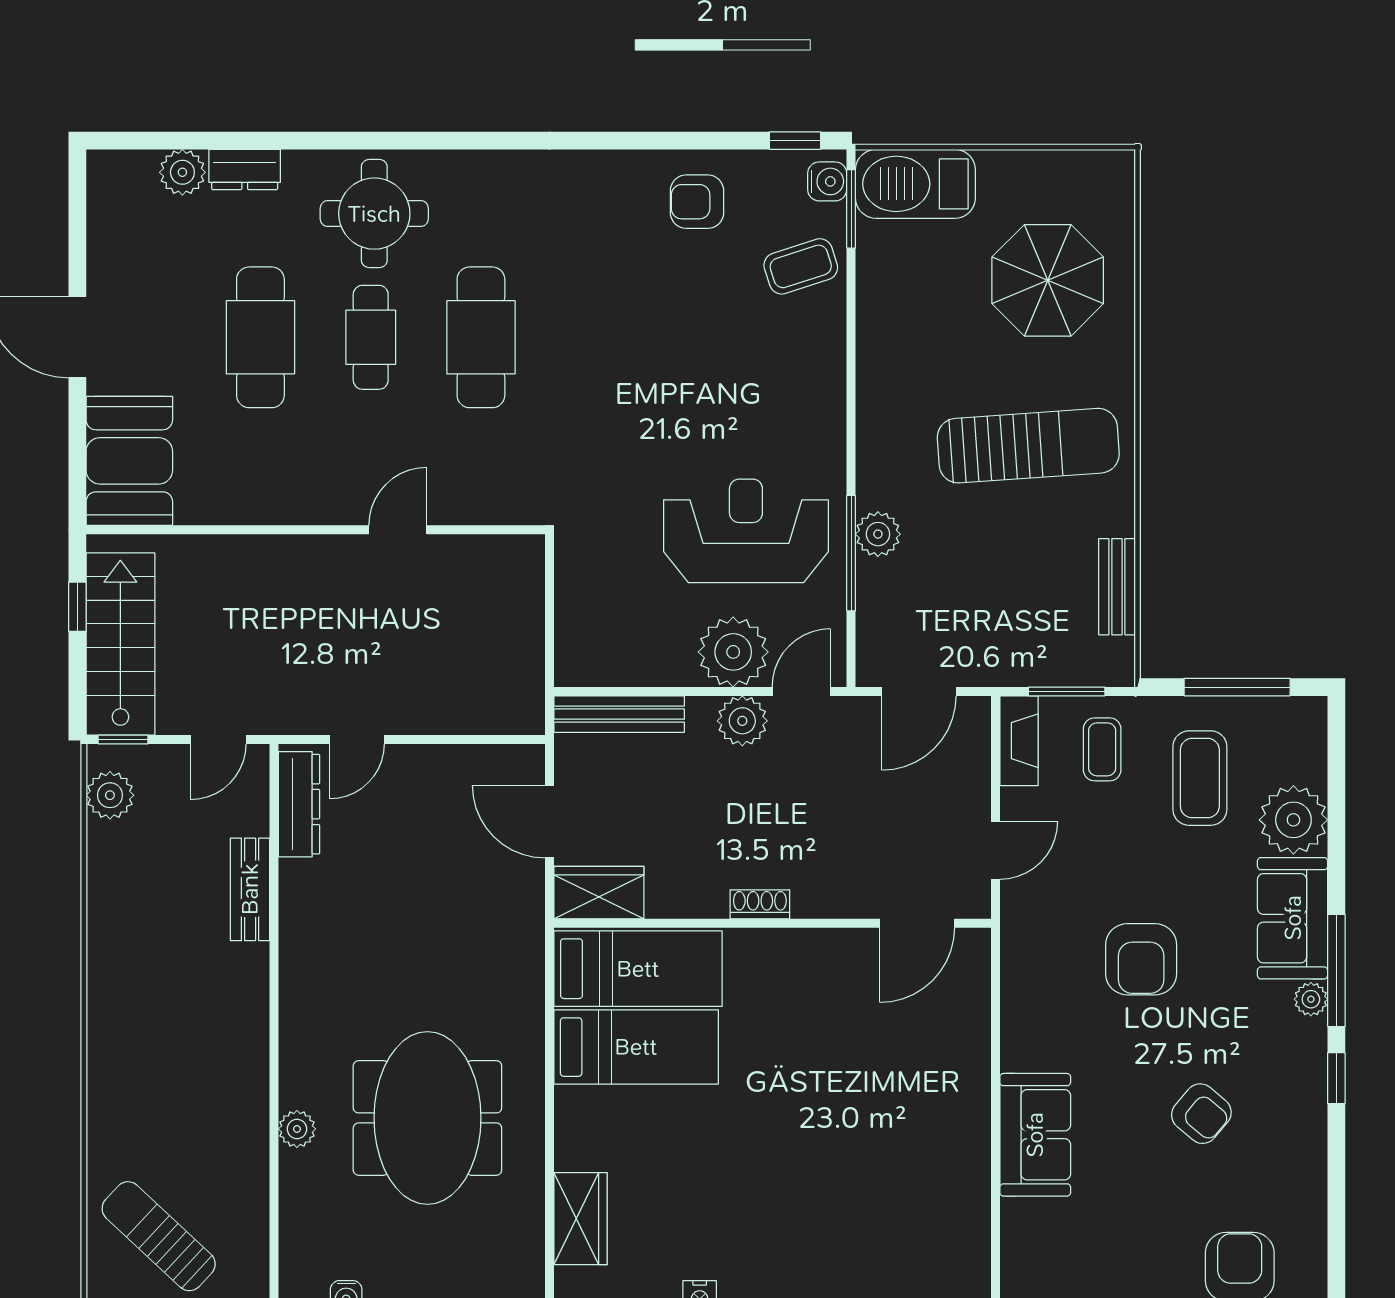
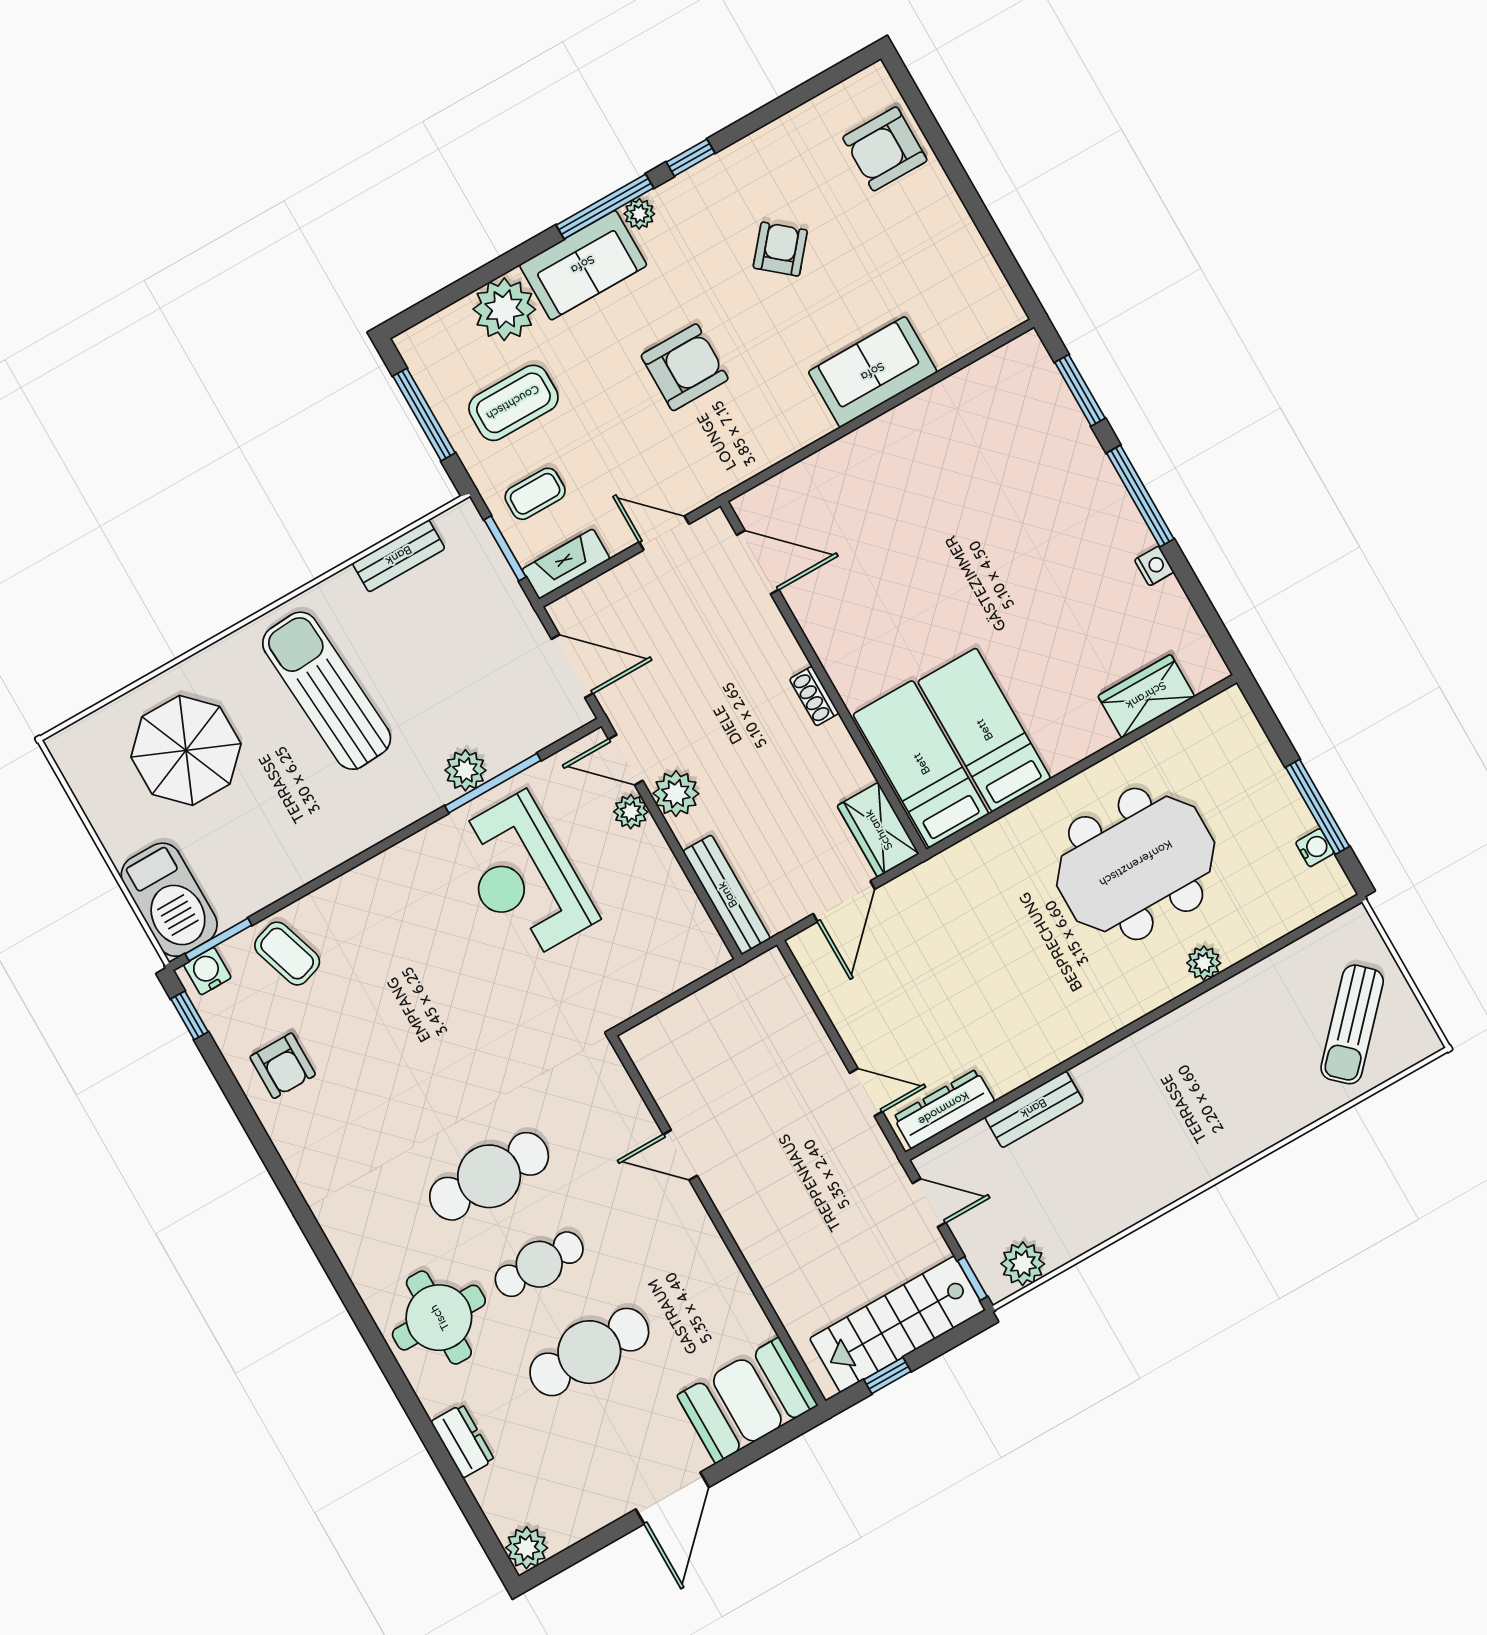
plant: (182, 172) -> (527, 1548), moved
plant: (733, 652) -> (631, 812), width x0.53, depth x0.53

